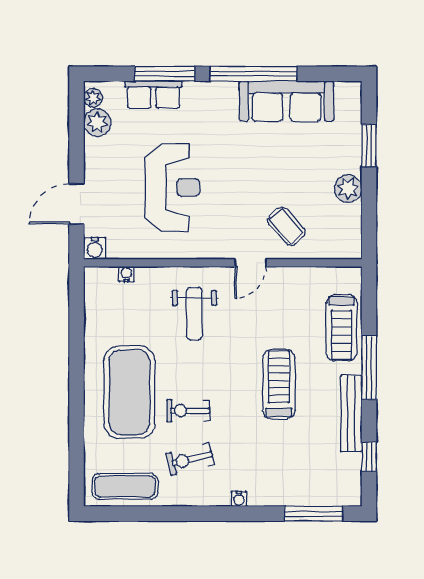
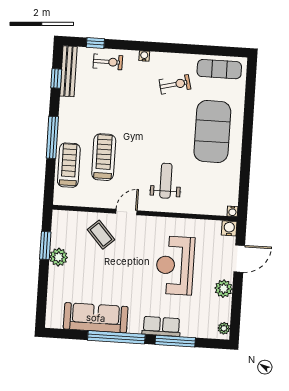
row of seats: (153, 95) -> (161, 326), moved
plant: (97, 122) -> (224, 289), moved
window: (369, 145) -> (45, 245), moved
water cooler: (126, 274) -> (232, 211), moved
treadmill: (279, 384) -> (104, 157), moved, turned 180
exercise bike: (188, 411) -> (108, 62), moved
bench: (351, 414) -> (68, 71), moved
window: (314, 514) -> (95, 43), width x0.46

